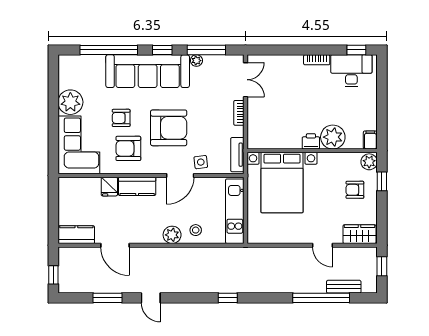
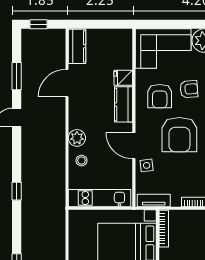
armchair: (121, 118) -> (189, 89), turned 86
bookcase: (267, 144) -> (164, 229), added
armchair: (128, 148) -> (160, 96), turned 180

